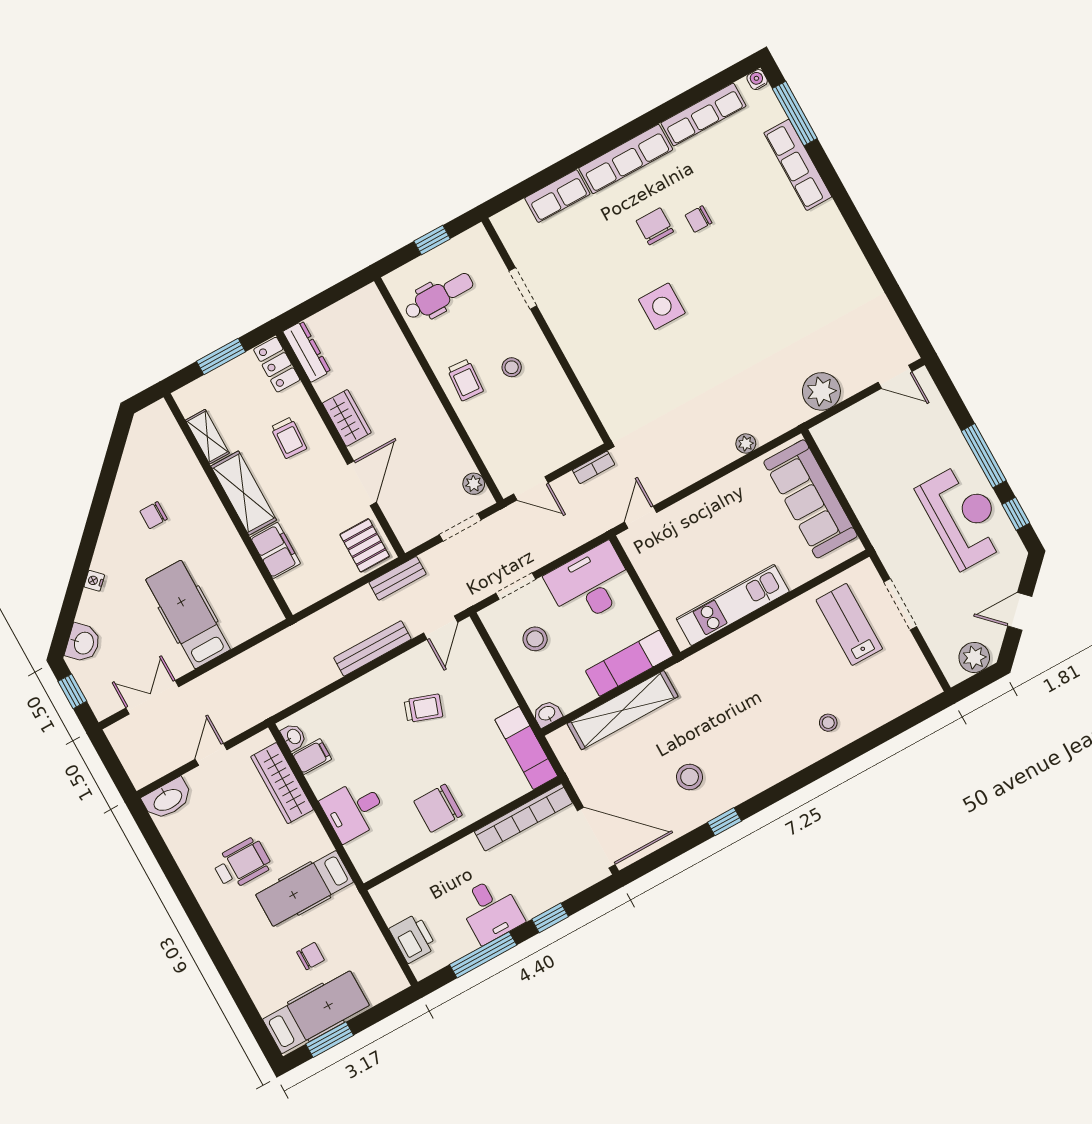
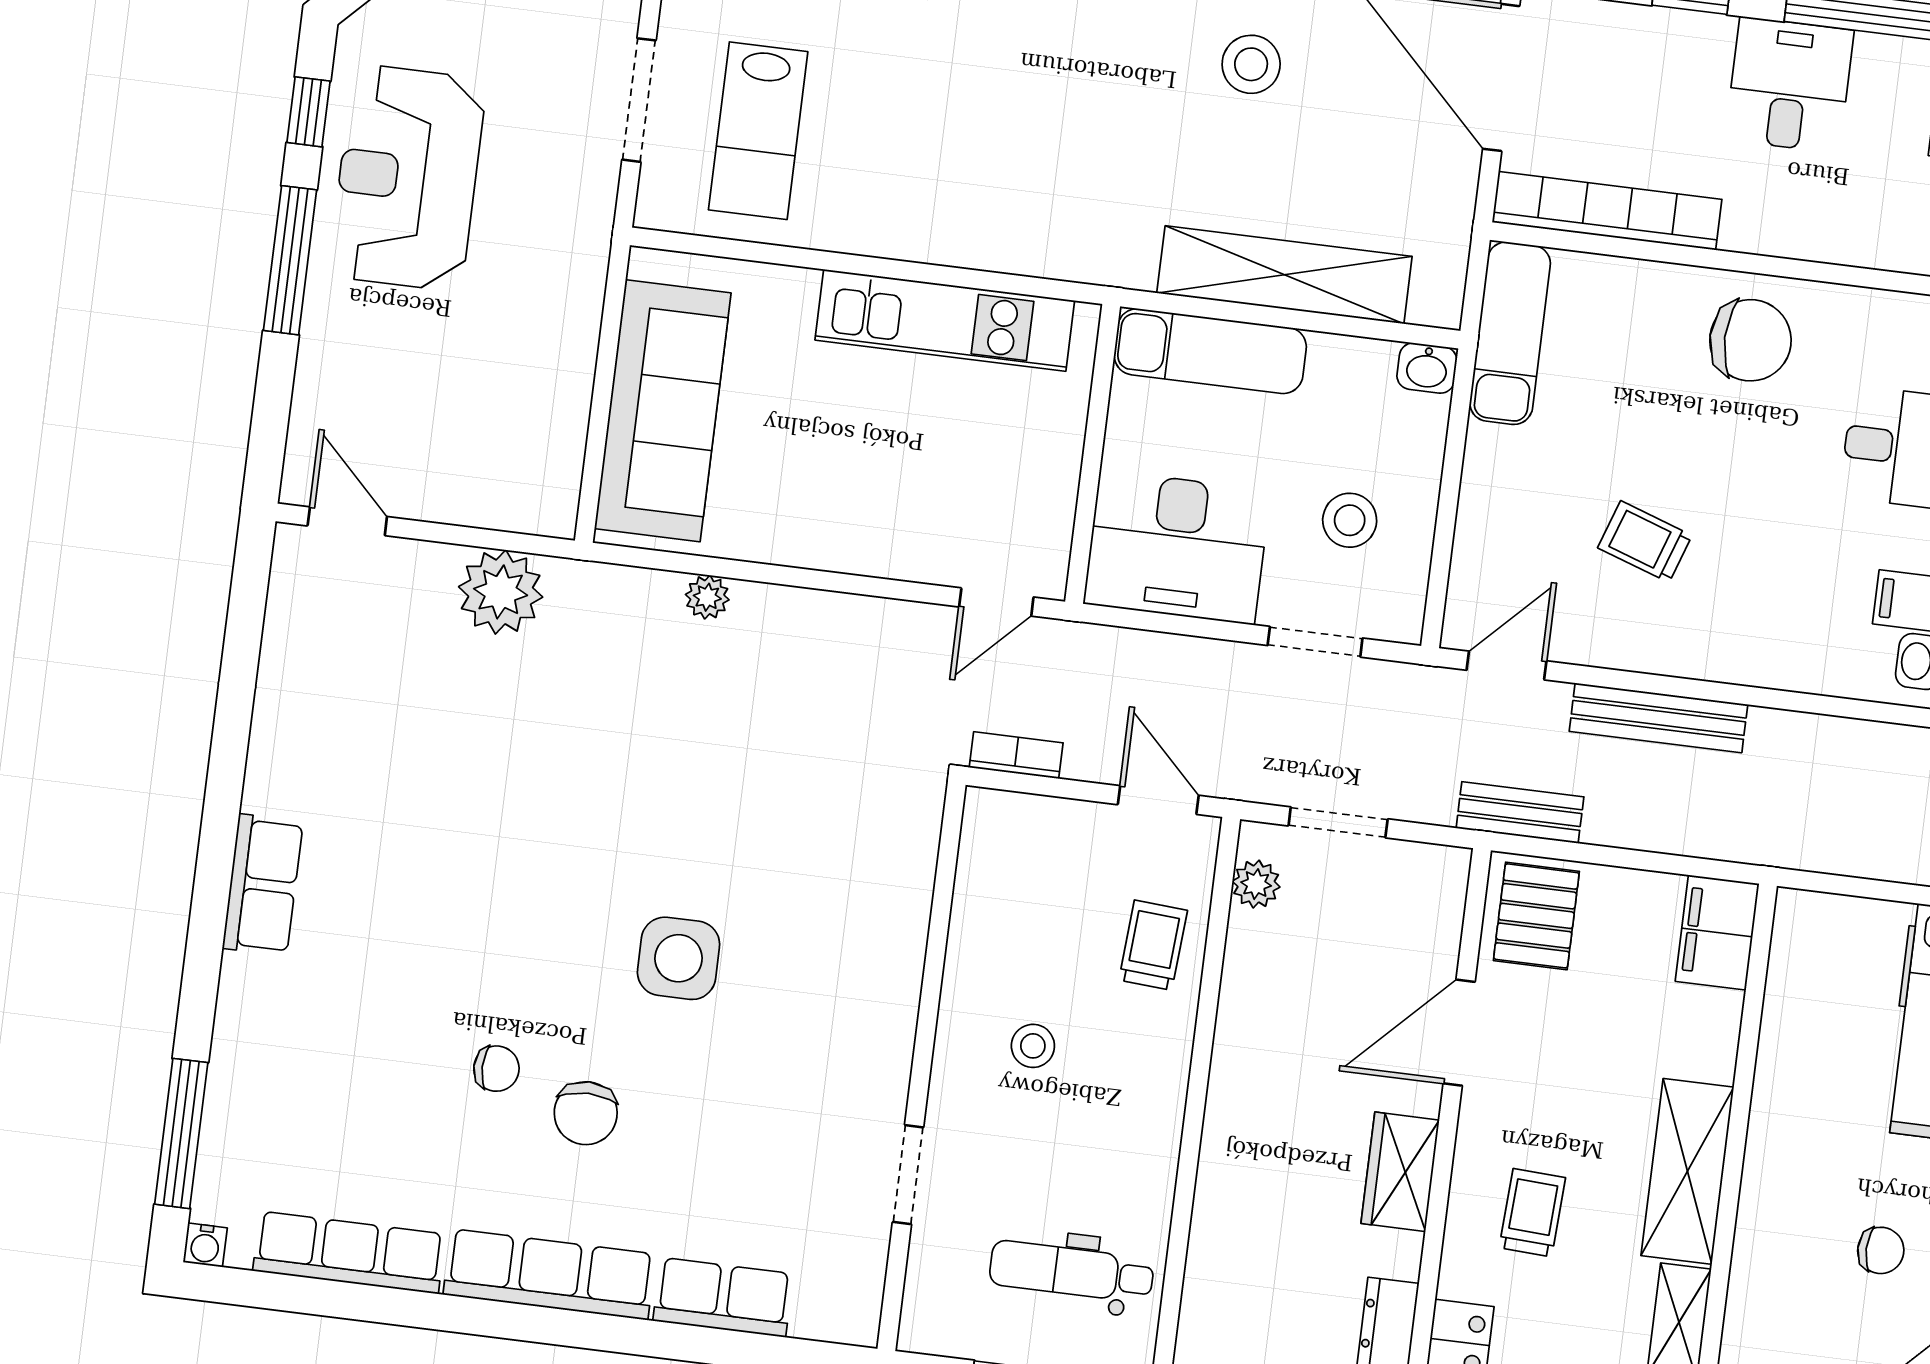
row of seats: (798, 165) -> (263, 885), moved, width x0.68
trolley: (465, 380) -> (1153, 945), moved
filing cabinet: (275, 550) -> (1717, 932), moved

